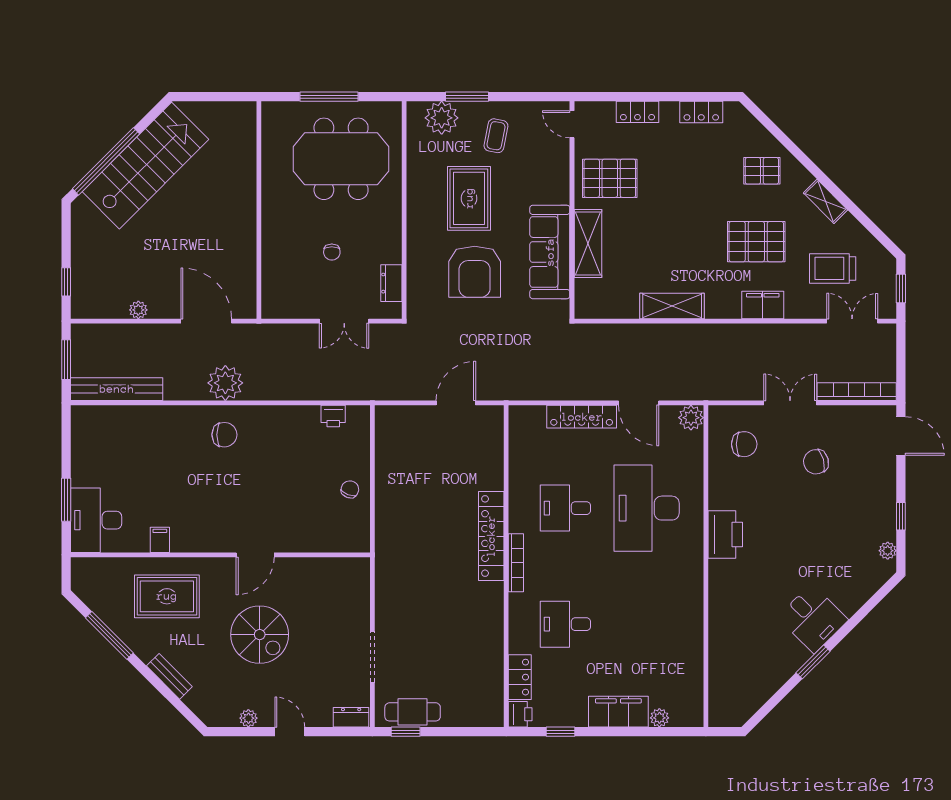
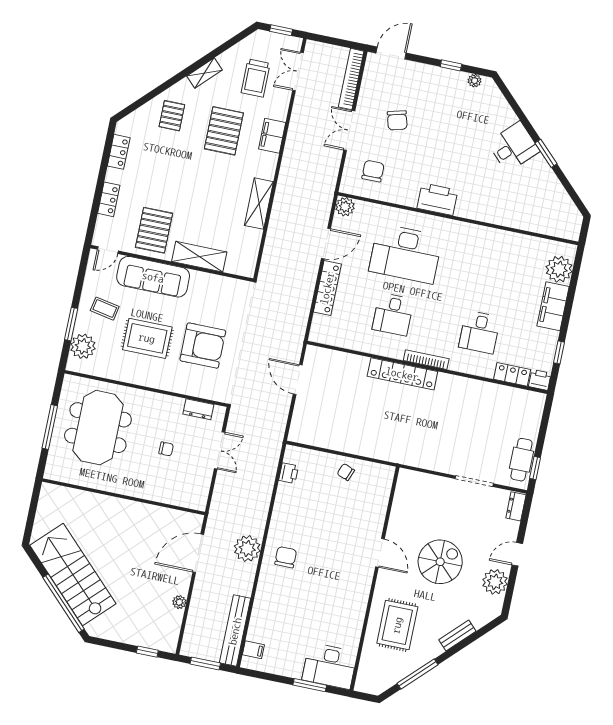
sofa: (550, 252) -> (153, 277), moved
filing cabinet: (160, 540) -> (253, 650), moved, turned 180
plant: (248, 718) -> (495, 582), width x1.88, depth x1.88
plant: (659, 718) -> (559, 269), width x1.87, depth x1.87

